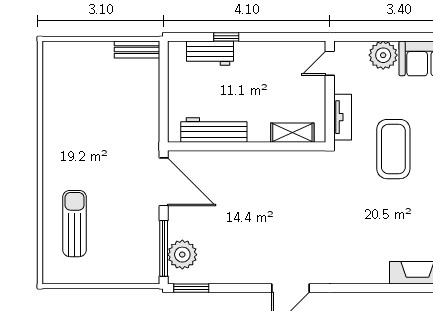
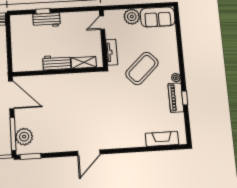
workbench: (210, 53) -> (47, 20), moved
workbench: (214, 130) -> (57, 62), moved, width x0.73
coffee table: (393, 149) -> (142, 68), turned 47

